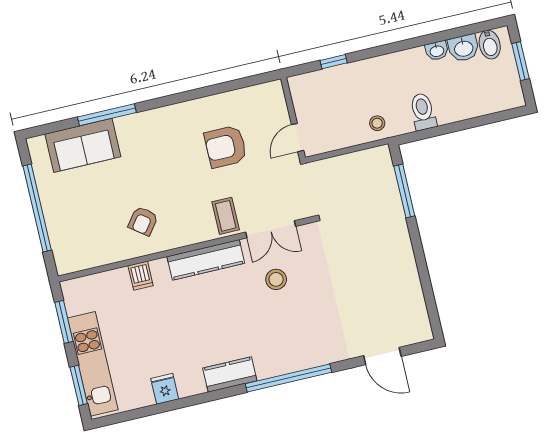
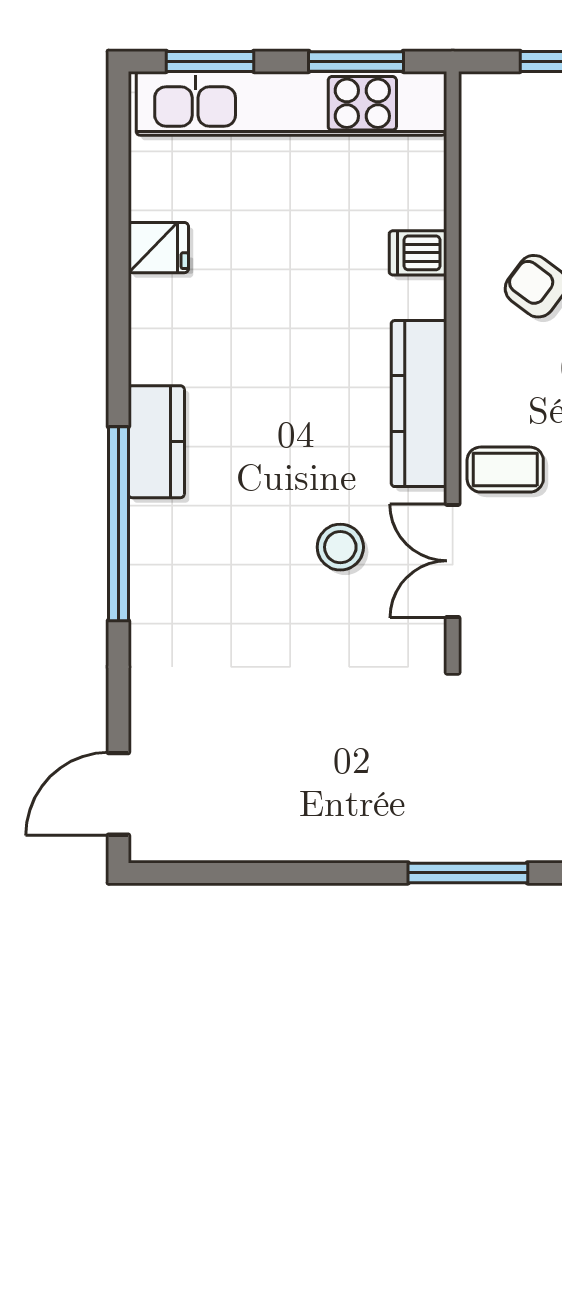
door: (382, 356) -> (118, 794), moved
kitchen unit: (93, 364) -> (291, 103), width x1.36
kitchen counter: (230, 374) -> (156, 442), moved

